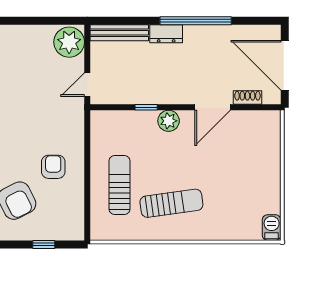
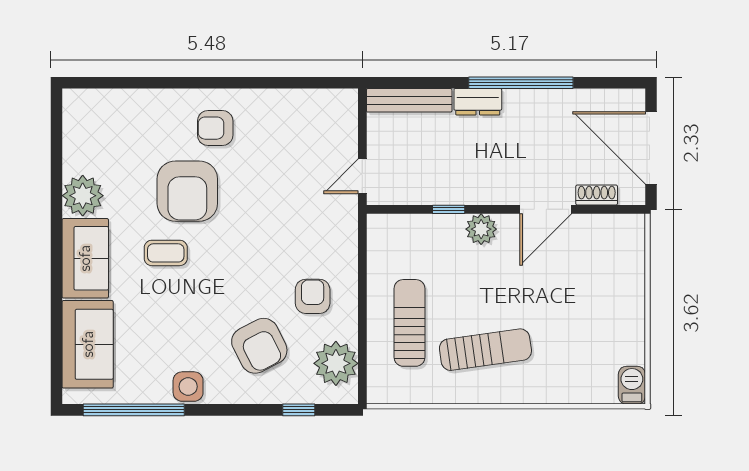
plant: (69, 42) -> (336, 363), moved

